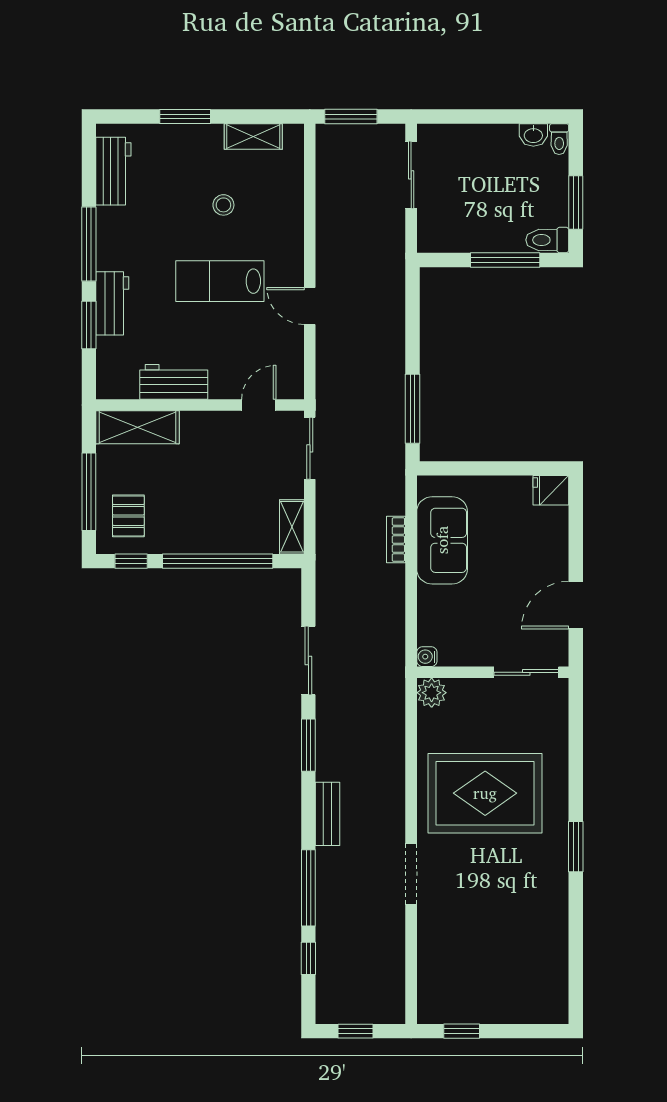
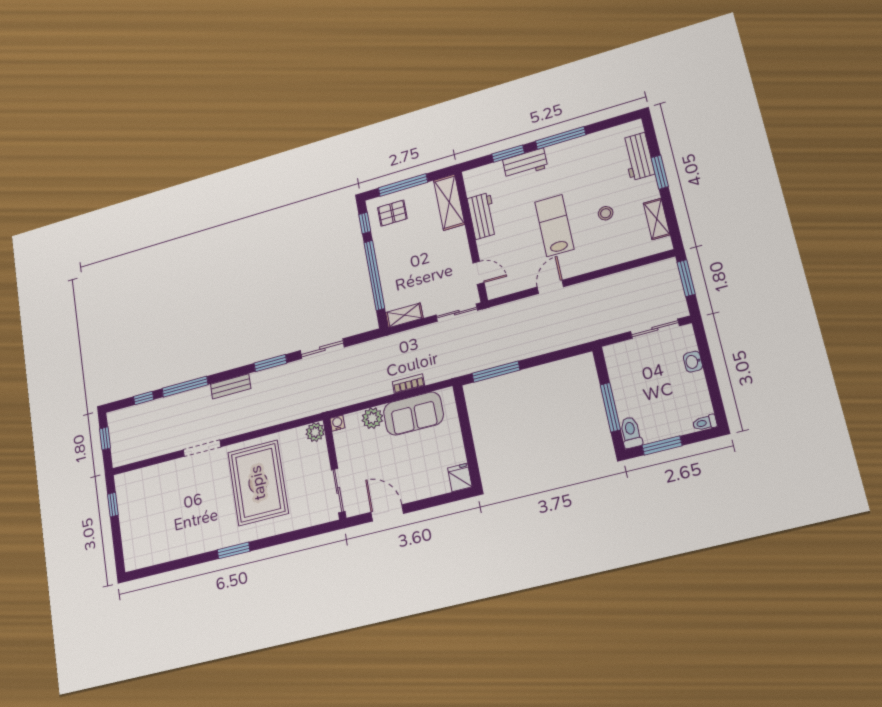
washbasin: (533, 135) -> (693, 362), moved
workbench: (113, 171) -> (638, 156), moved, turned 90
plant: (433, 603) -> (372, 418), added

